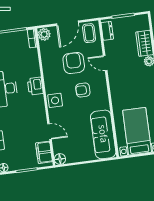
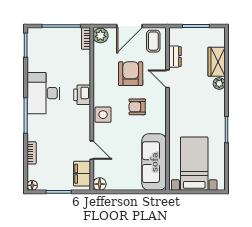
dresser: (107, 31) -> (175, 57), moved

